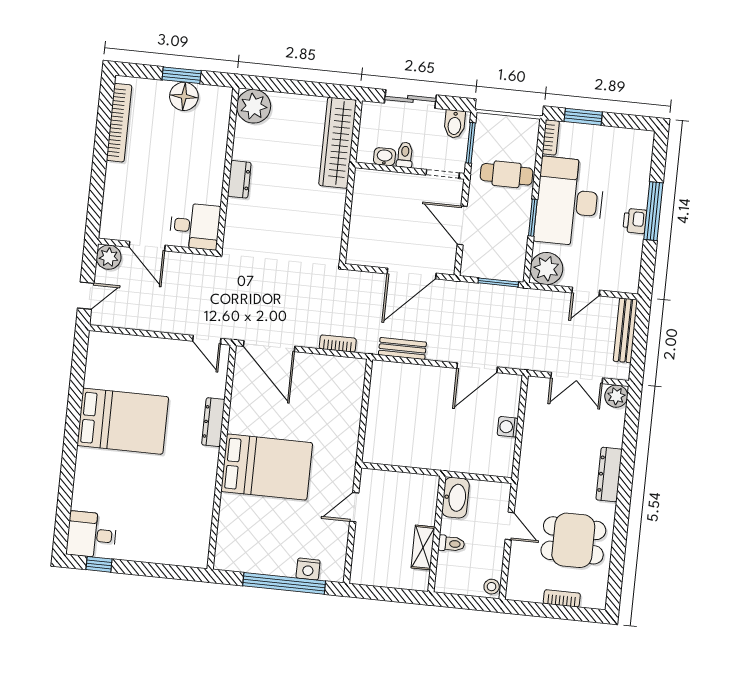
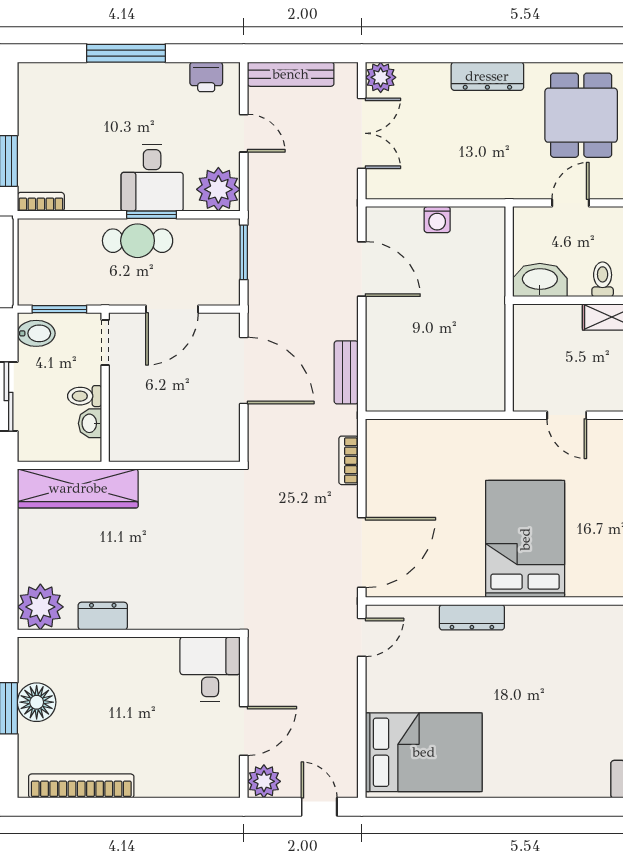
cafe table: (507, 174) -> (138, 241), moved, turned 90
dresser: (239, 179) -> (103, 616), moved
desk: (569, 202) -> (152, 178), width x0.53, depth x0.77
printer: (635, 221) -> (206, 77), moved
bed: (123, 421) -> (424, 752), moved, turned 90

